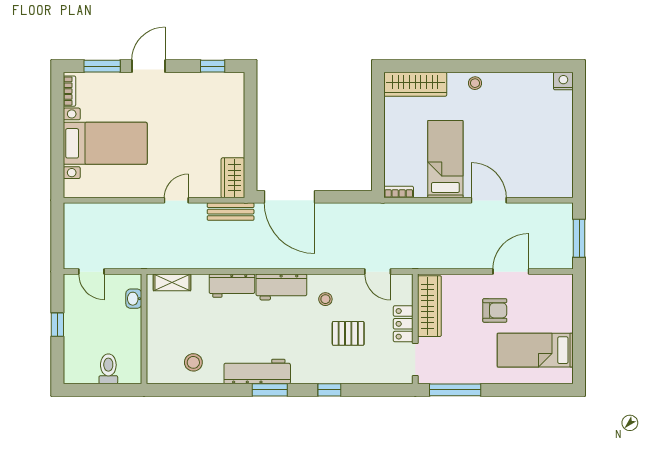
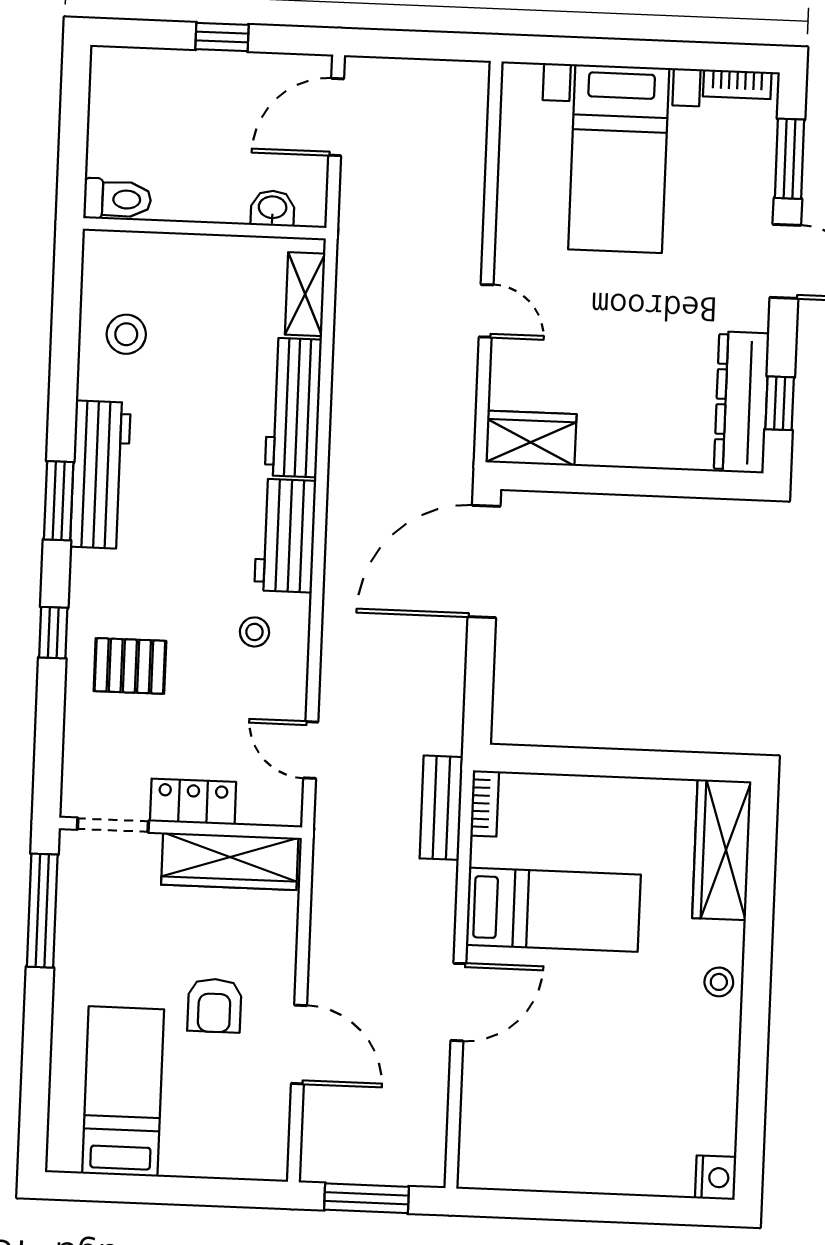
dresser: (213, 83) -> (742, 402), added
bench: (231, 212) -> (441, 808), moved
door: (91, 272) -> (336, 117), width x1.38
door: (378, 272) -> (311, 750), hinge flipped
workbench: (232, 286) -> (293, 408), width x1.38
pallet: (348, 333) -> (130, 666), moved, turned 90
toilet: (108, 369) -> (117, 199), moved

